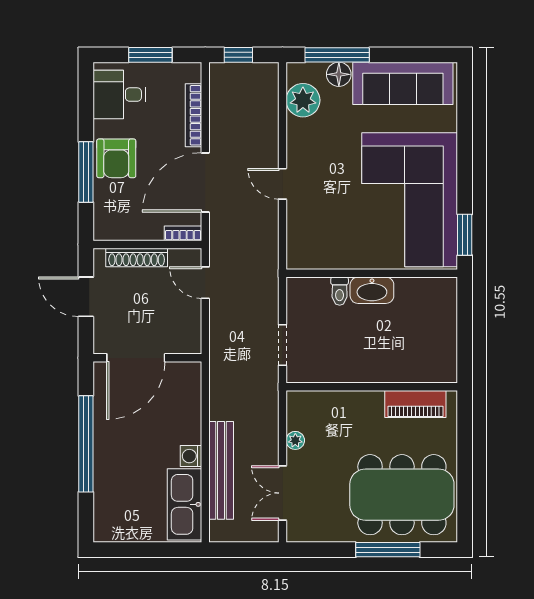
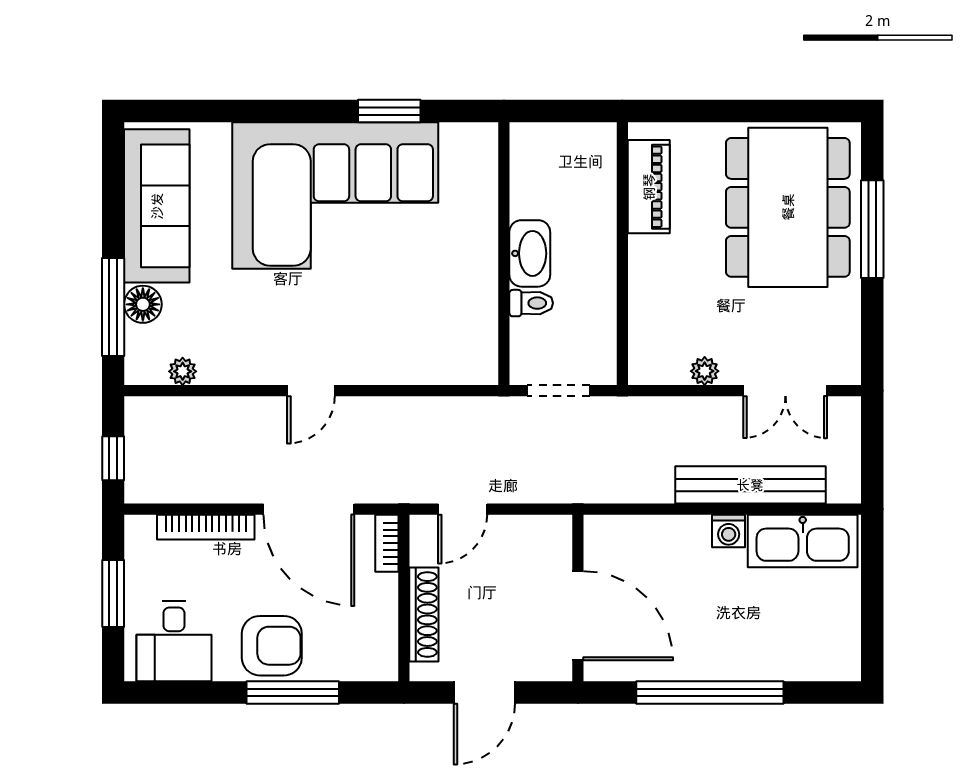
plant: (303, 100) -> (183, 371), width x0.53, depth x0.53
wall: (372, 273) -> (504, 254), moved
washbasin: (372, 290) -> (530, 253), moved
toilet: (340, 291) -> (531, 303), moved

